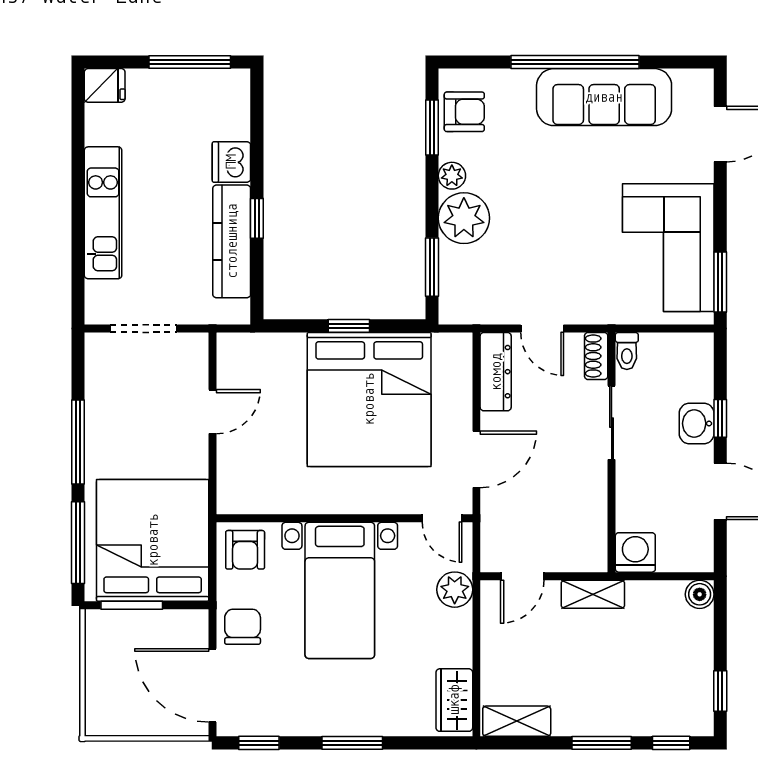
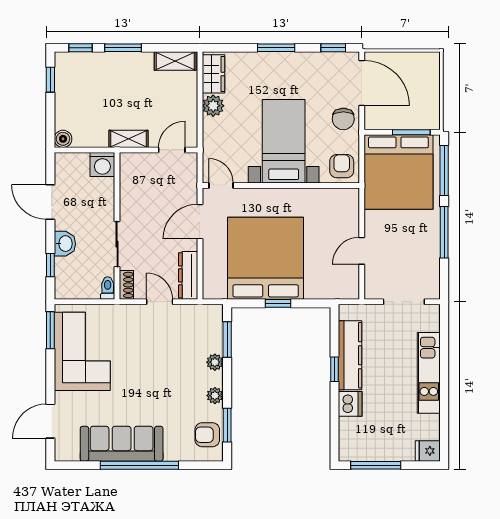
plant: (464, 218) -> (215, 362), width x0.53, depth x0.53
window: (720, 418) -> (50, 265), moved
plant: (455, 590) -> (213, 106), moved

